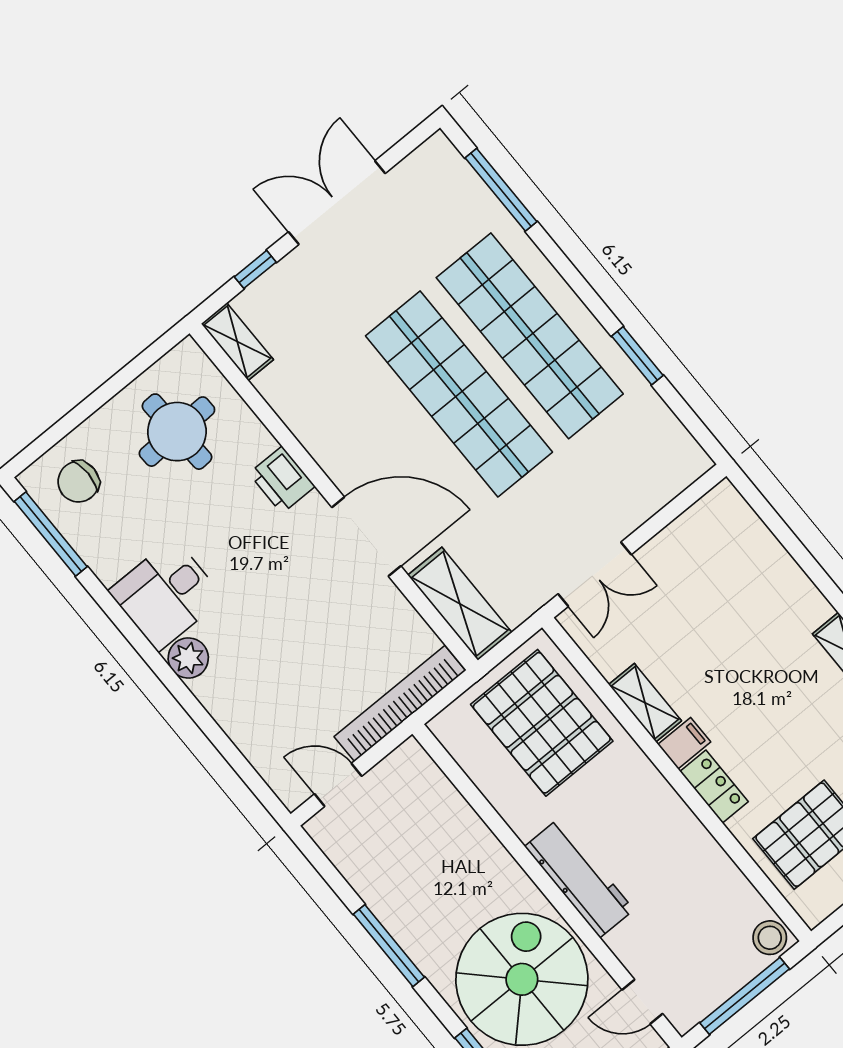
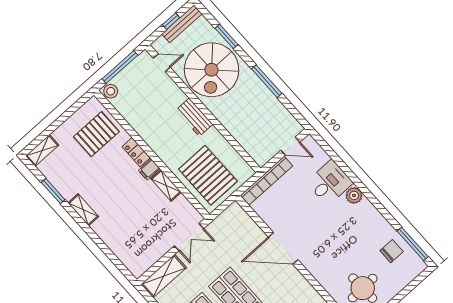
printer: (282, 480) -> (319, 270), removed
chair: (78, 482) -> (392, 251), moved
double door: (595, 574) -> (189, 237), swing flipped
desk: (166, 594) -> (330, 183), moved
shelving: (460, 604) -> (164, 276), moved, turned 90
workbench: (579, 878) -> (194, 117), width x0.73

